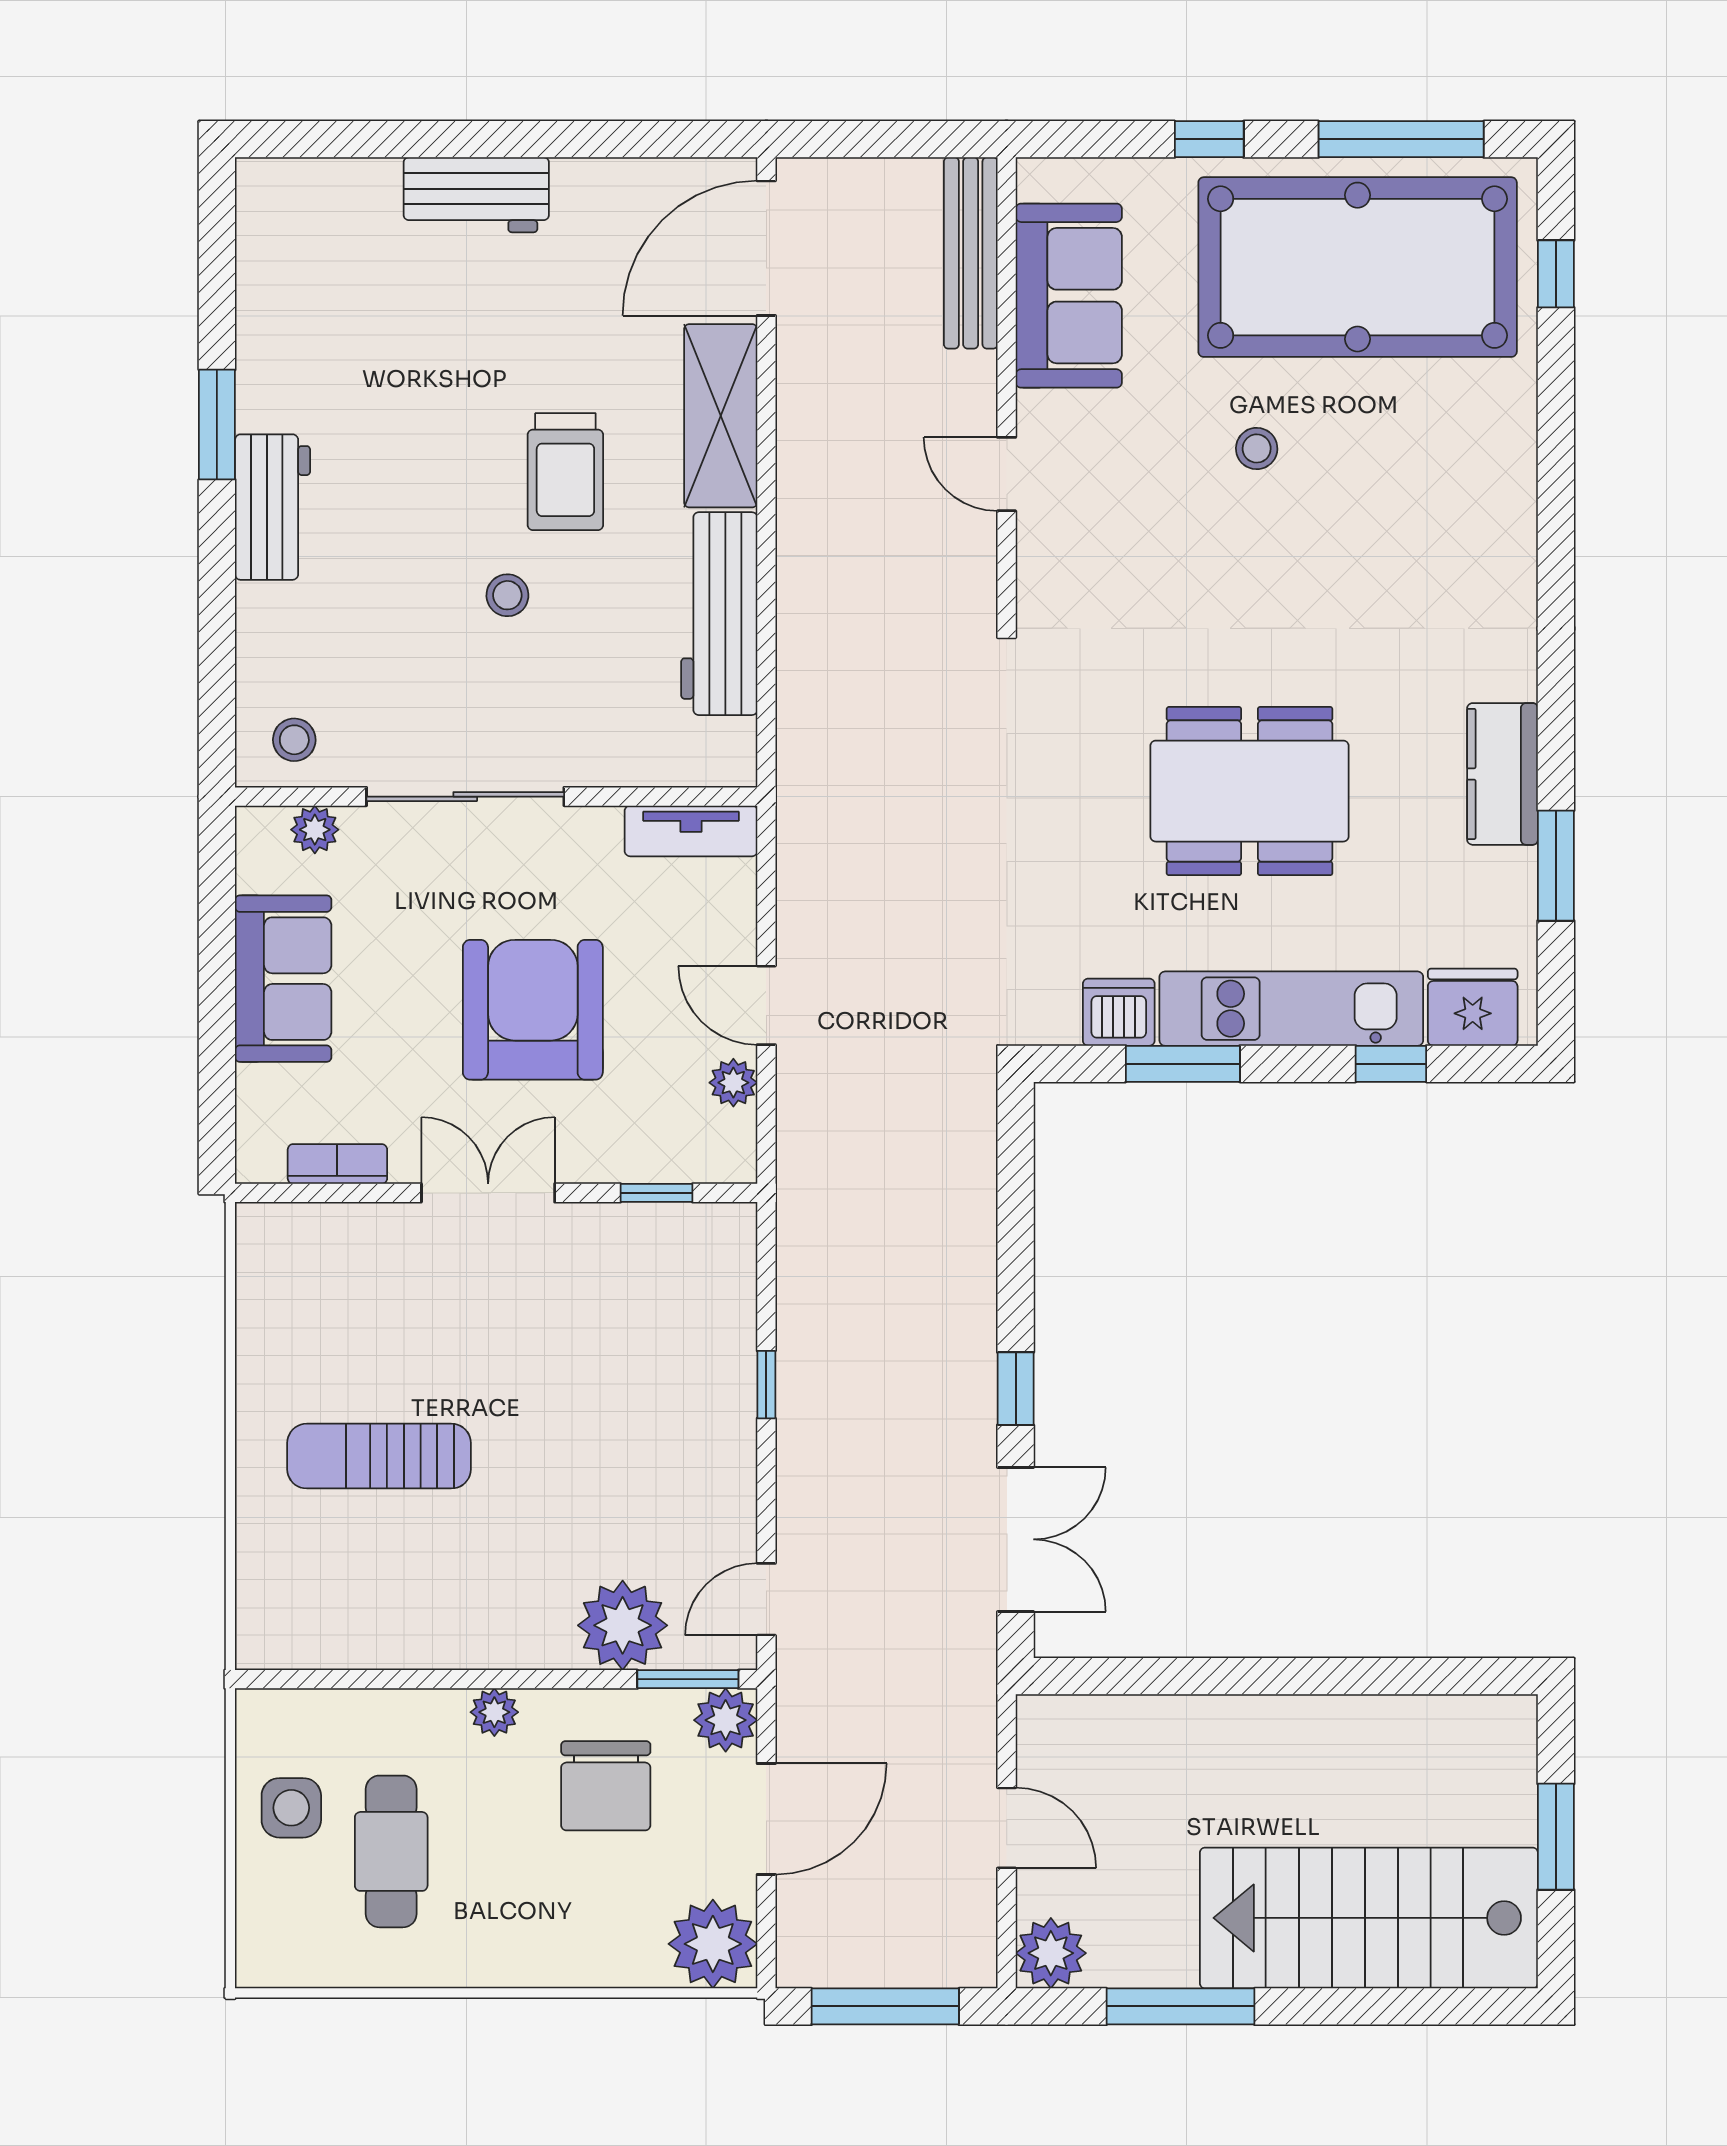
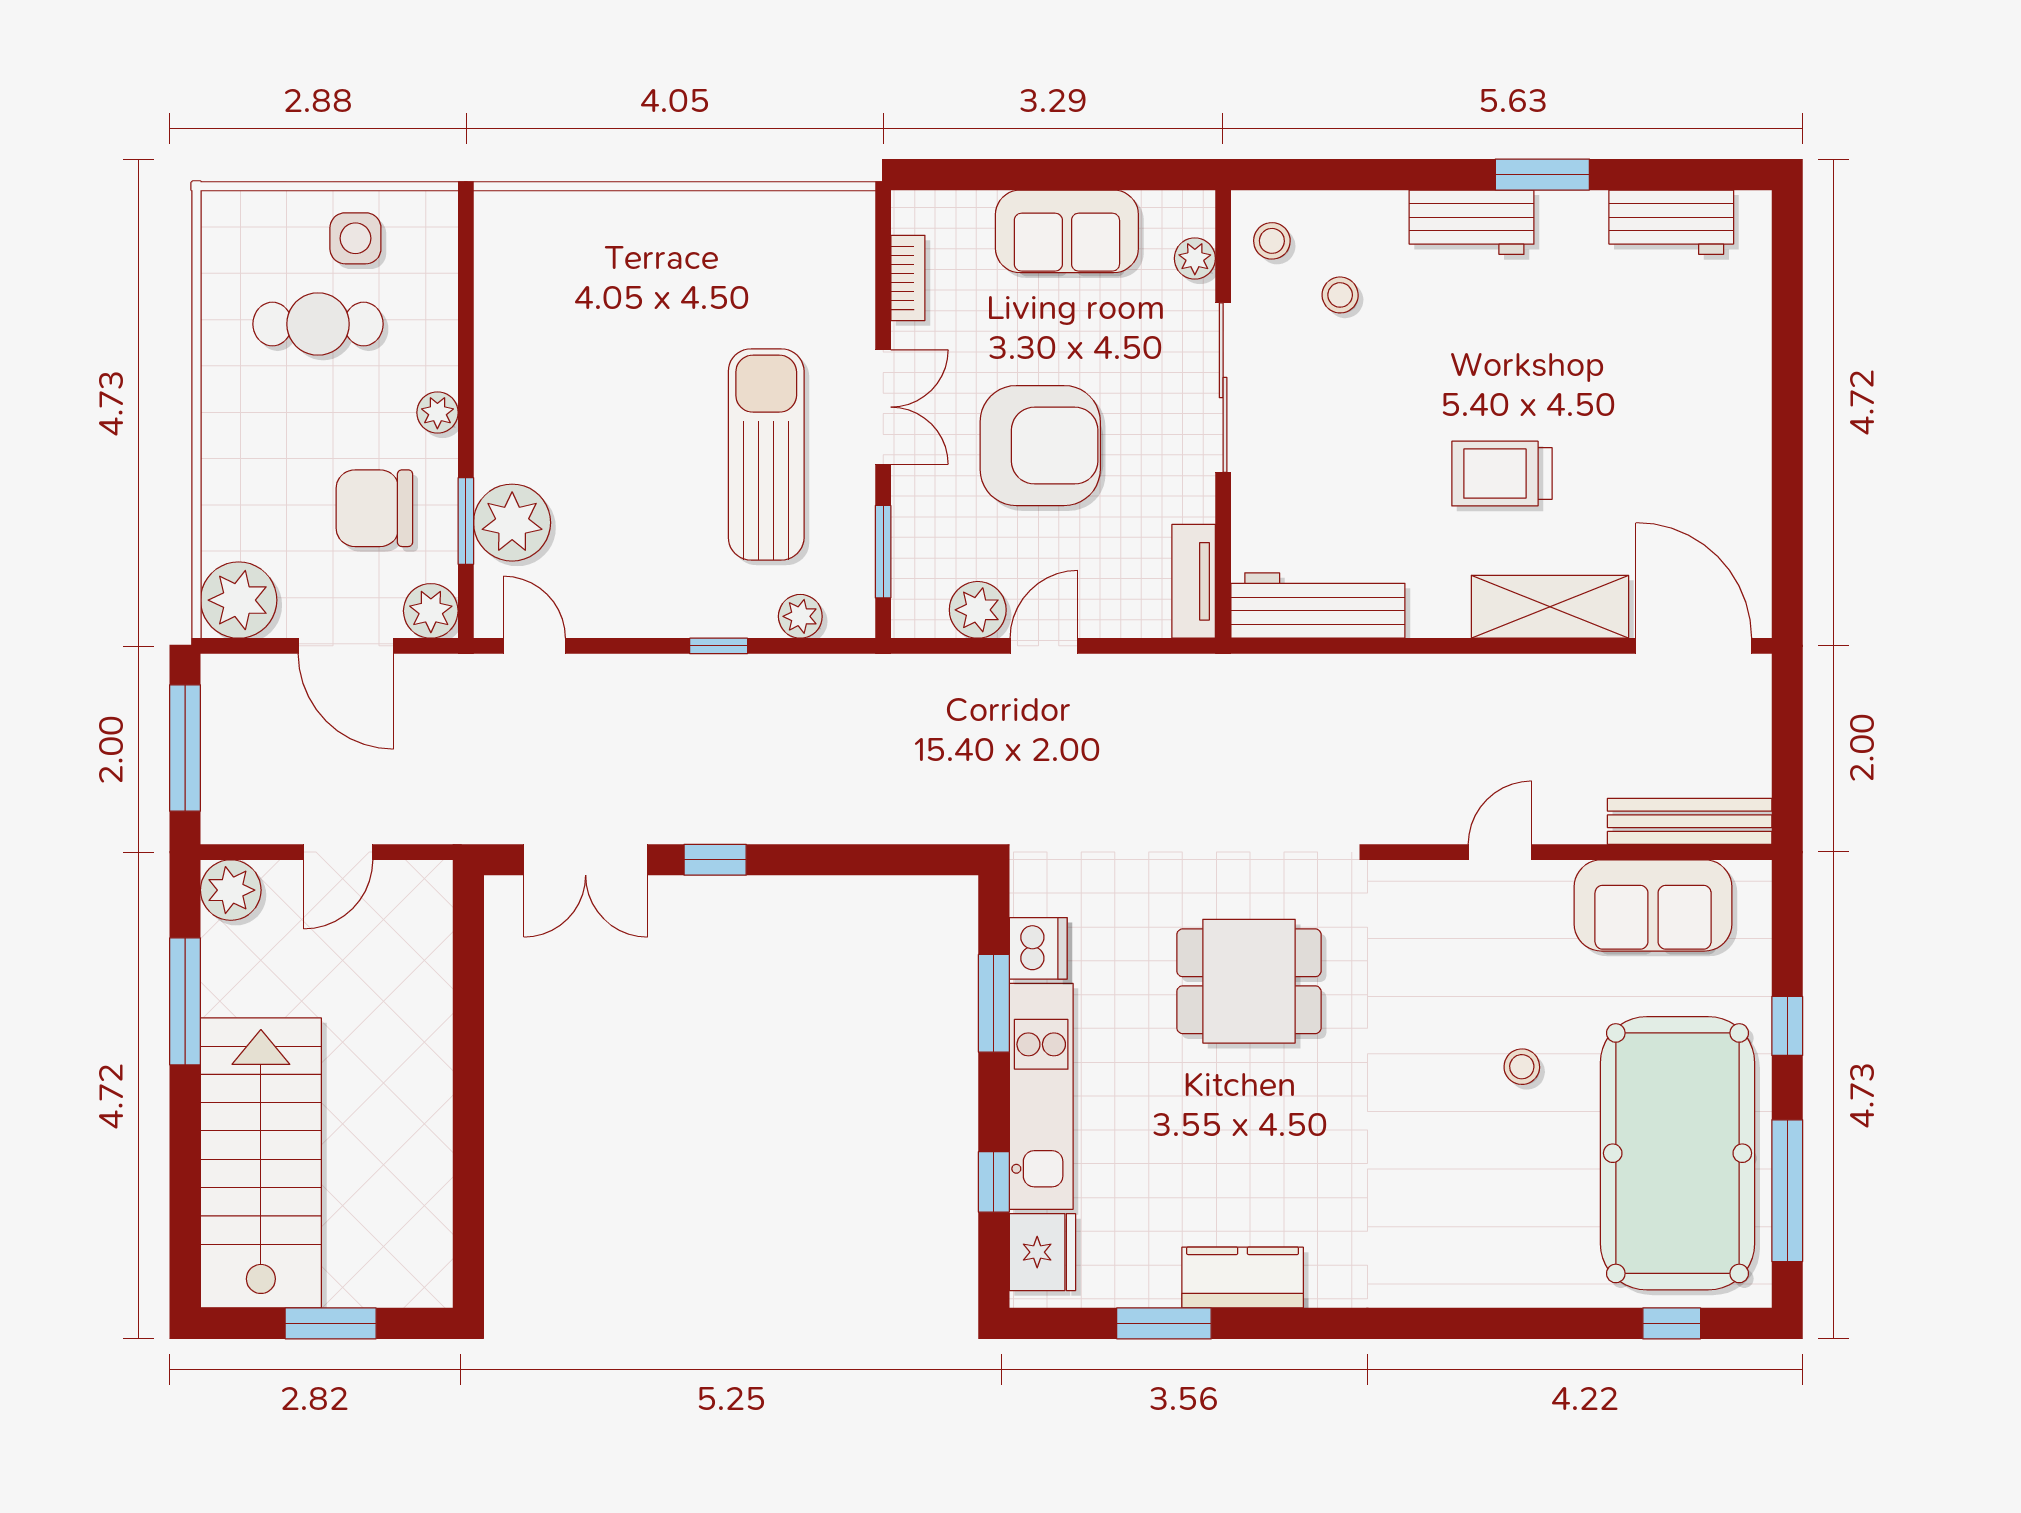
workbench: (476, 195) -> (1671, 222), moved, turned -90
stool: (507, 595) -> (1340, 295), moved
workbench: (719, 614) -> (1318, 606), moved
dining table: (1250, 791) -> (1249, 981), moved, width x0.73
plant: (733, 1083) -> (978, 610), width x1.38, depth x1.38
window: (656, 1193) -> (883, 552), width x1.50
plant: (732, 1289) -> (800, 616), added
sun lounger: (379, 1456) -> (766, 454), moved, width x1.36, depth x1.34
window: (688, 1679) -> (466, 521), moved

